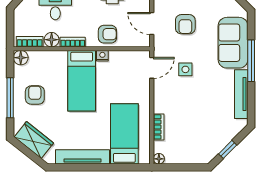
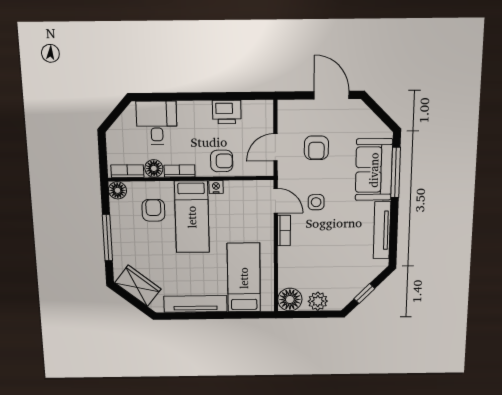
door: (152, 23) -> (275, 147), hinge flipped
window: (251, 61) -> (396, 173), moved
door: (152, 68) -> (276, 201), hinge flipped
armchair: (35, 95) -> (153, 210), moved
bookcase: (159, 127) -> (284, 231), moved
plant: (188, 156) -> (318, 301), added
floor lamp: (159, 159) -> (290, 299), width x1.89, depth x1.89

